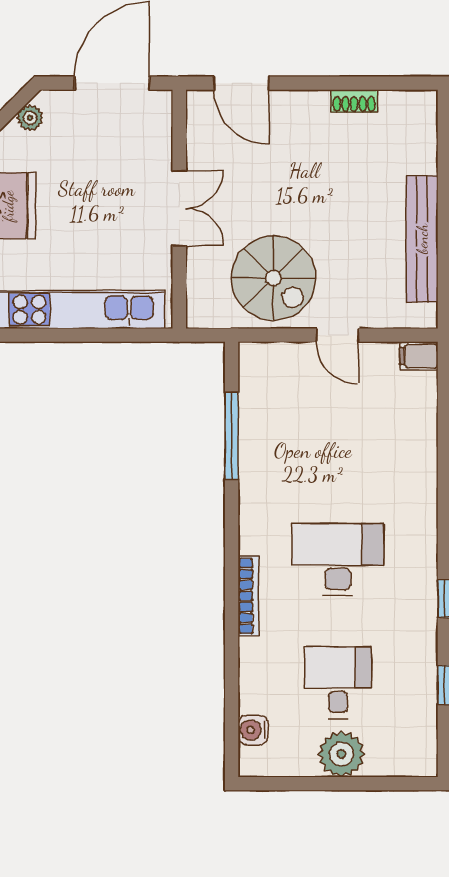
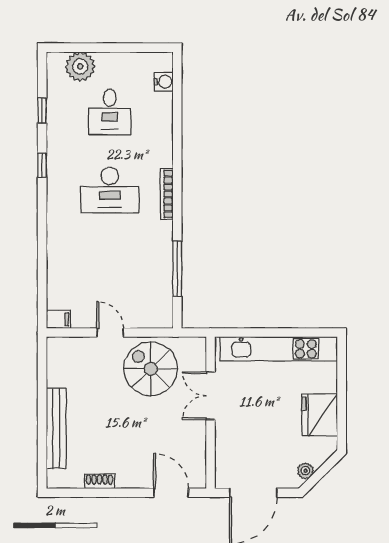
double door: (179, 208) -> (211, 396), moved
bench: (422, 239) -> (56, 428), moved
bookcase: (248, 596) -> (167, 194), moved
plant: (341, 754) -> (80, 66), moved

